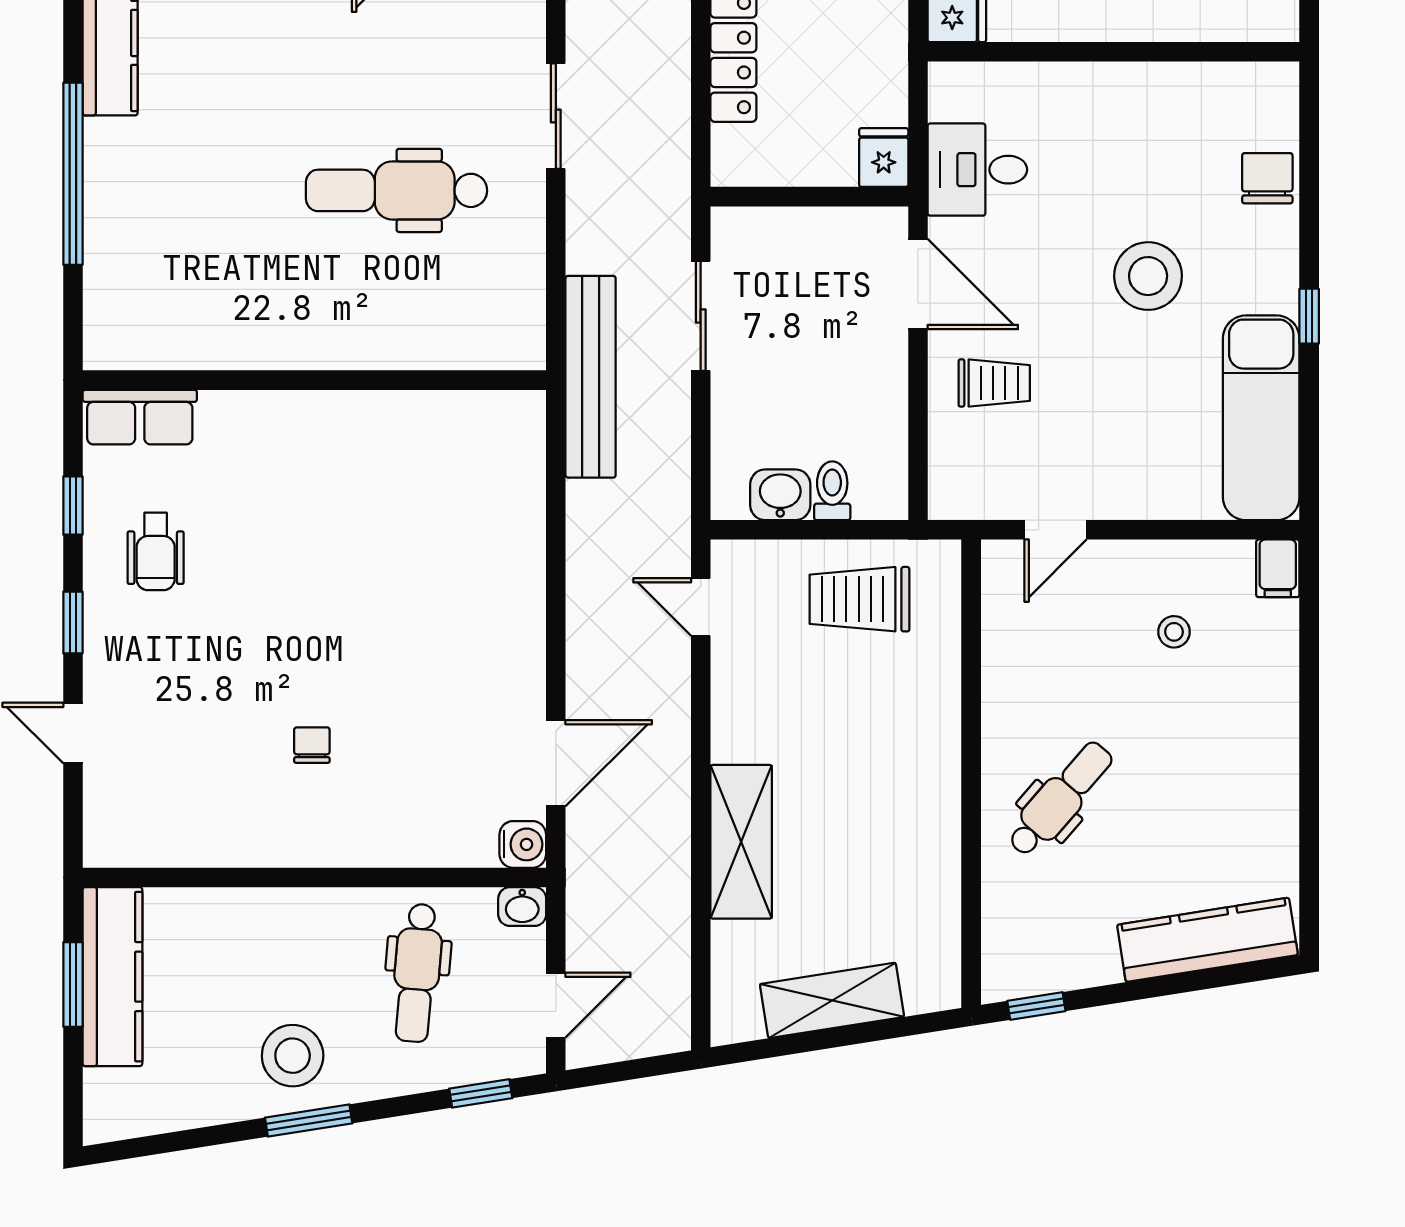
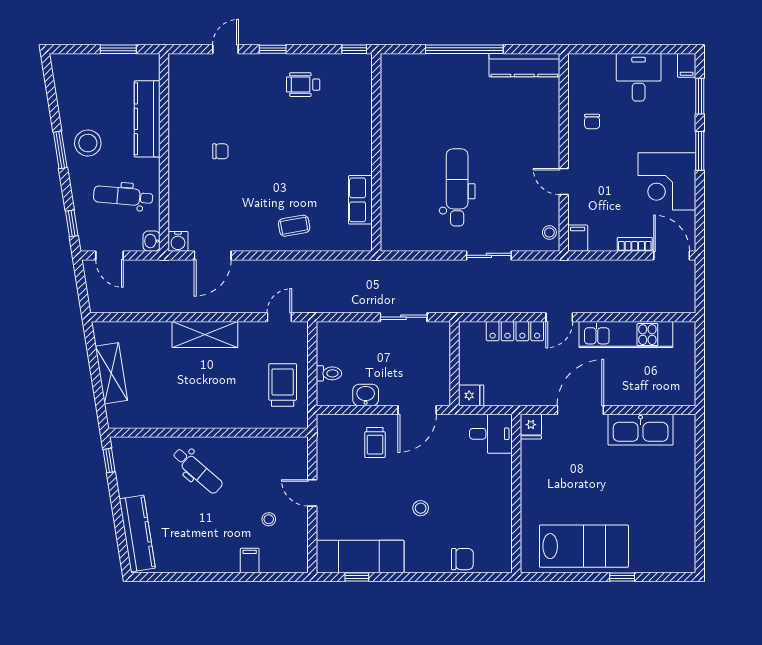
desk: (977, 170) -> (491, 434), moved, turned 90
stool: (1148, 276) -> (421, 508), width x0.53, depth x0.53
window: (1309, 316) -> (357, 577), moved
bench: (591, 377) -> (378, 270), removed
row of seats: (140, 417) -> (360, 200), moved
washbasin: (780, 495) -> (366, 395), moved, turned -90
window: (73, 506) -> (354, 49), moved
door: (1056, 530) -> (312, 493), moved
filing cabinet: (1278, 568) -> (250, 560), moved, turned 90
coffee table: (486, 572) -> (294, 226), added
door: (556, 763) -> (213, 255), hinge flipped
shelving: (741, 842) -> (205, 334), moved
kitchen counter: (112, 977) -> (147, 119), moved, turned 90

